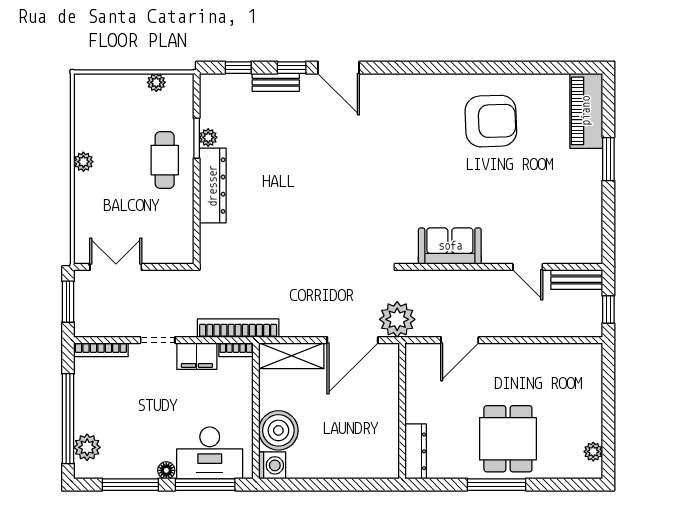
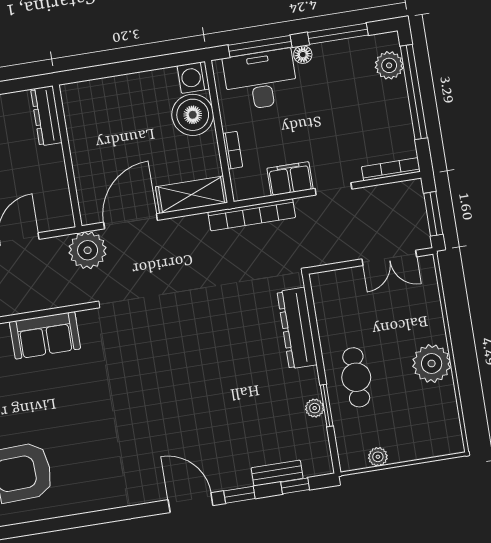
bench: (276, 82) -> (277, 473), moved
plant: (83, 162) -> (432, 364), width x1.87, depth x1.87
dresser: (213, 186) -> (297, 328), moved
bookcase: (236, 350) -> (233, 150), moved, turned 90

